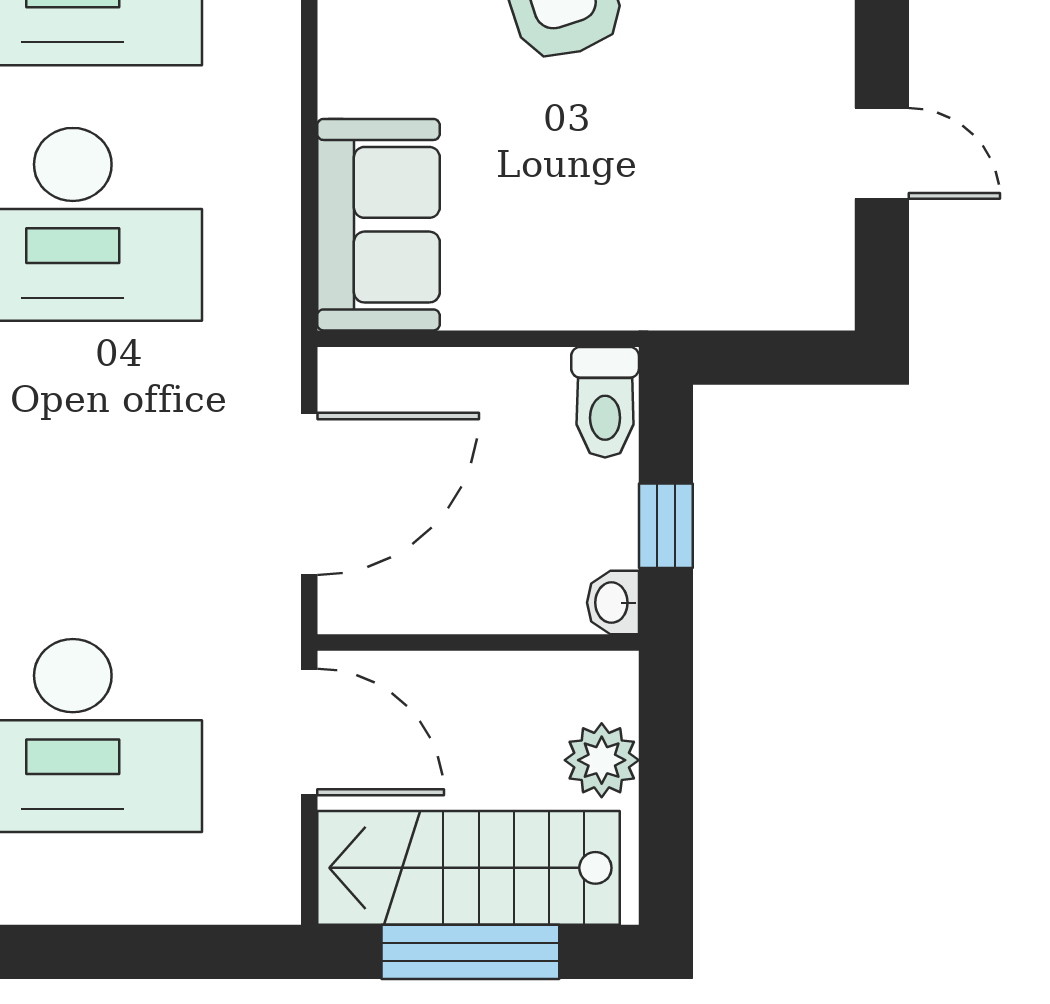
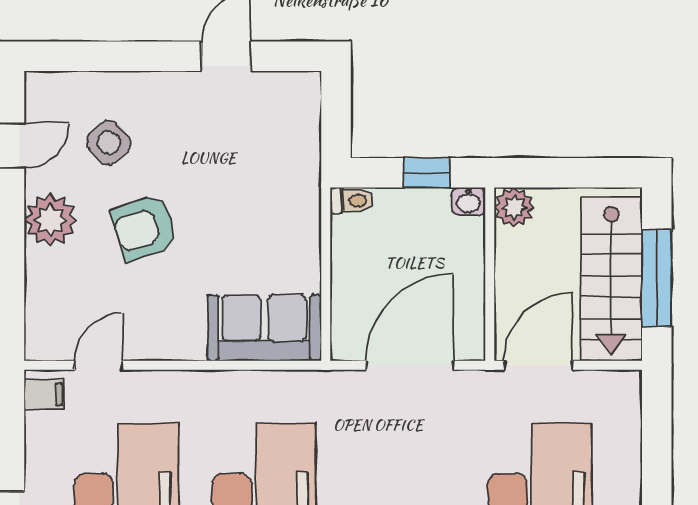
toilet: (605, 402) -> (352, 201), width x0.73, depth x0.72
door: (309, 494) -> (410, 365), hinge flipped
plant: (602, 760) -> (514, 207), moved

